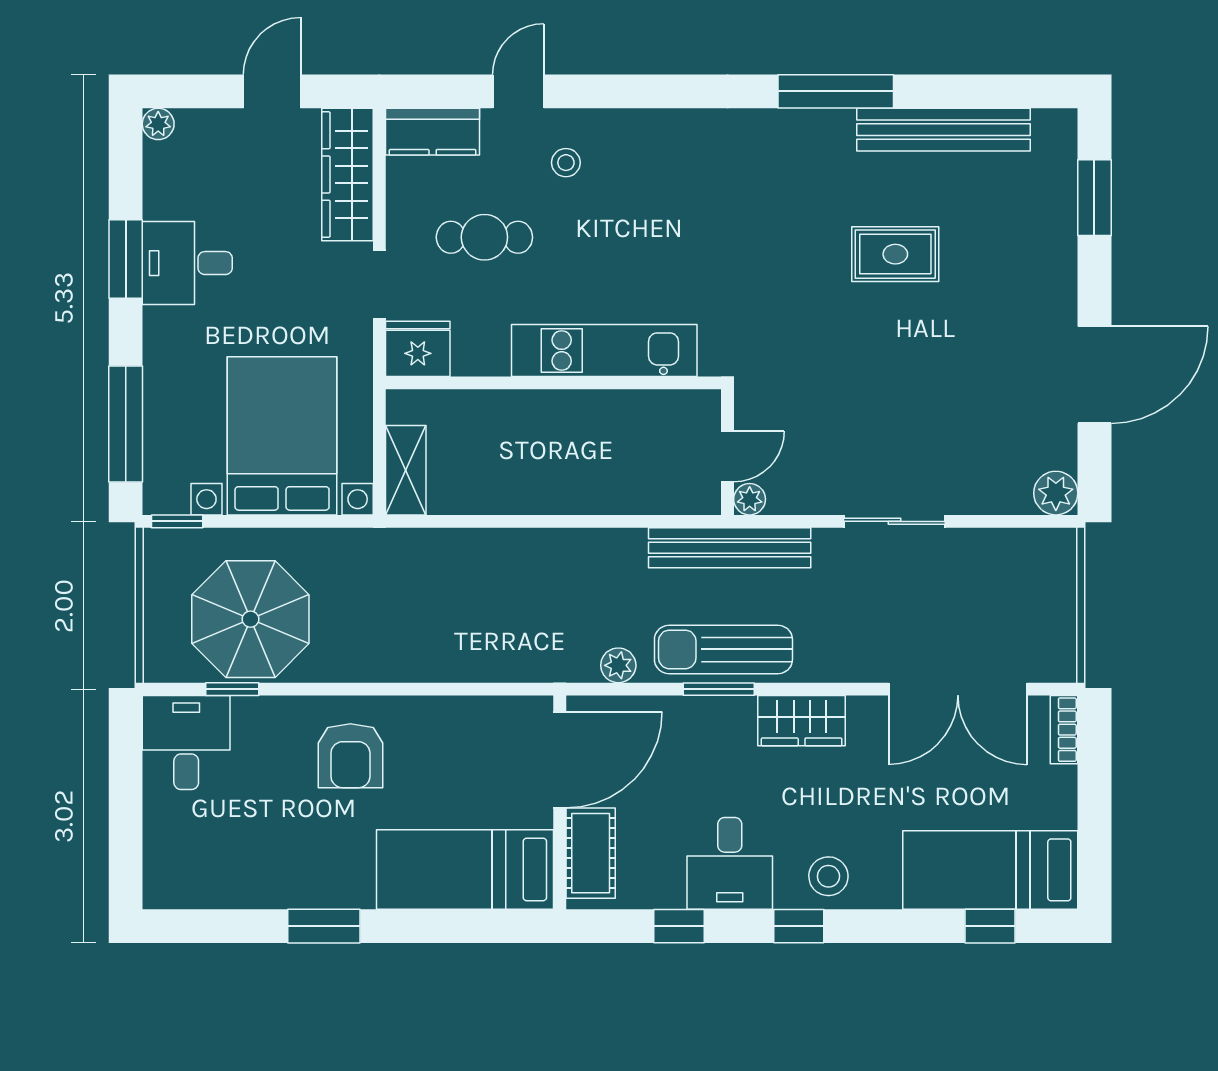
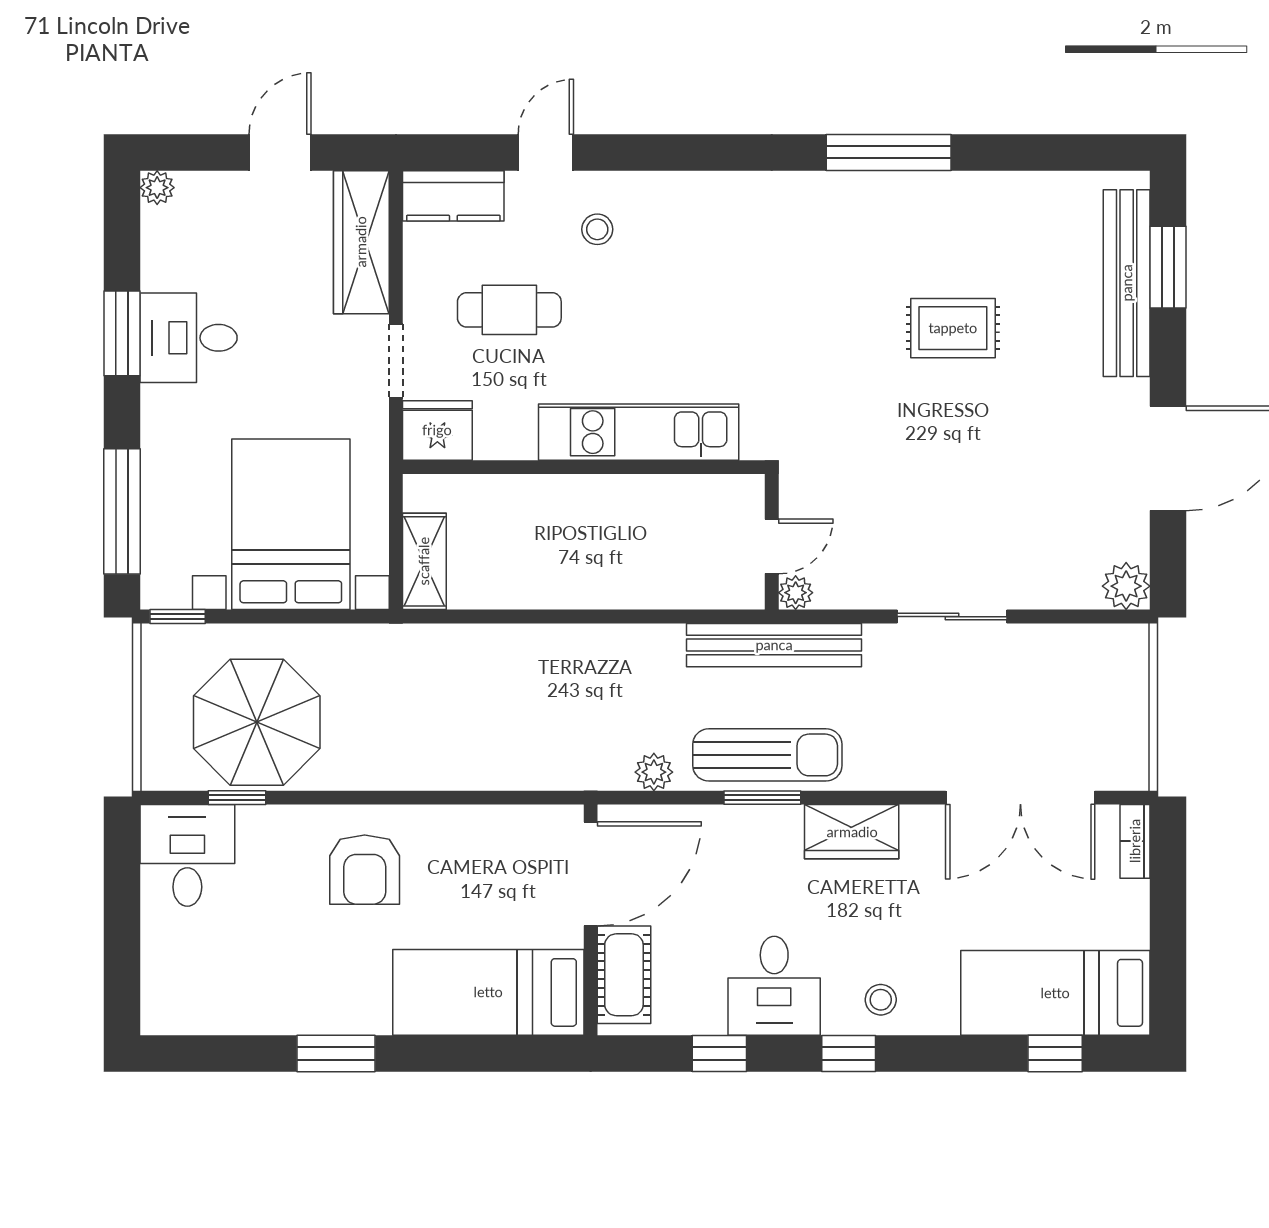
bench: (943, 130) -> (1127, 283), moved, turned 90
sun lounger: (723, 649) -> (767, 755), turned 180
stool: (828, 876) -> (881, 1000), width x0.73, depth x0.73

